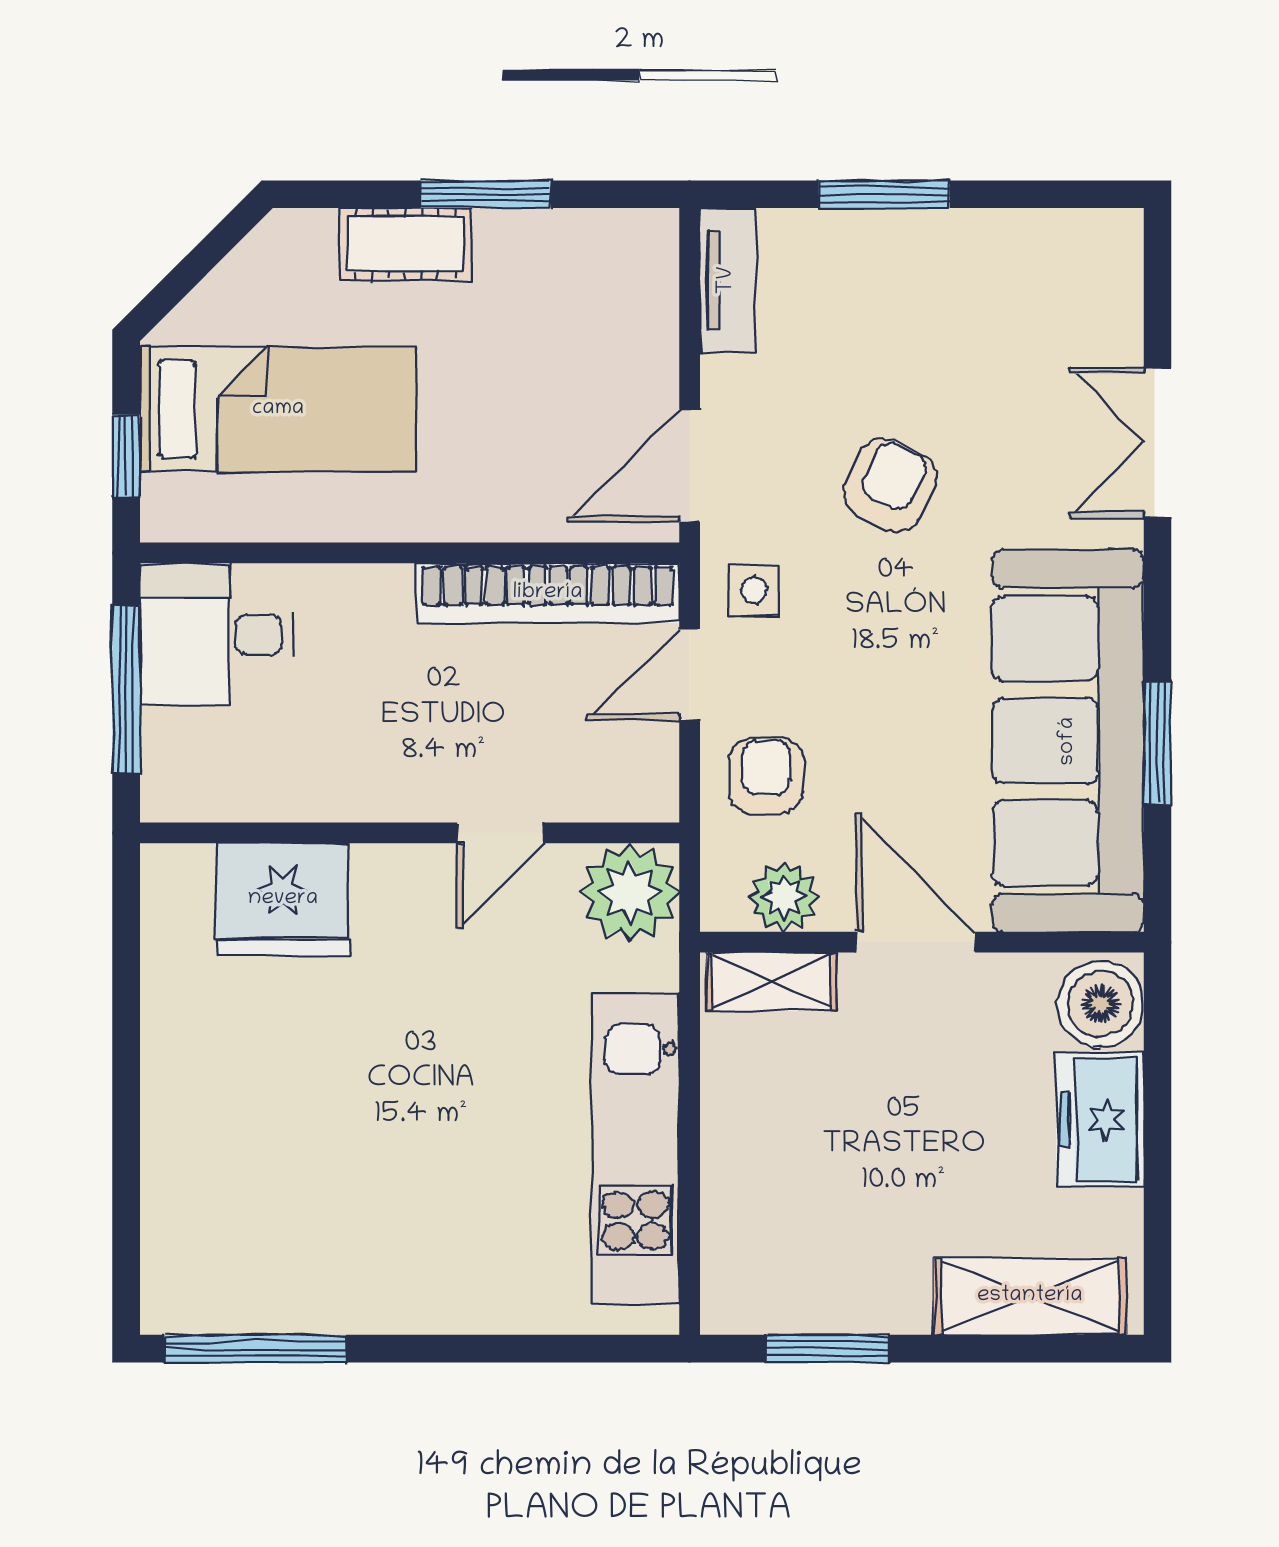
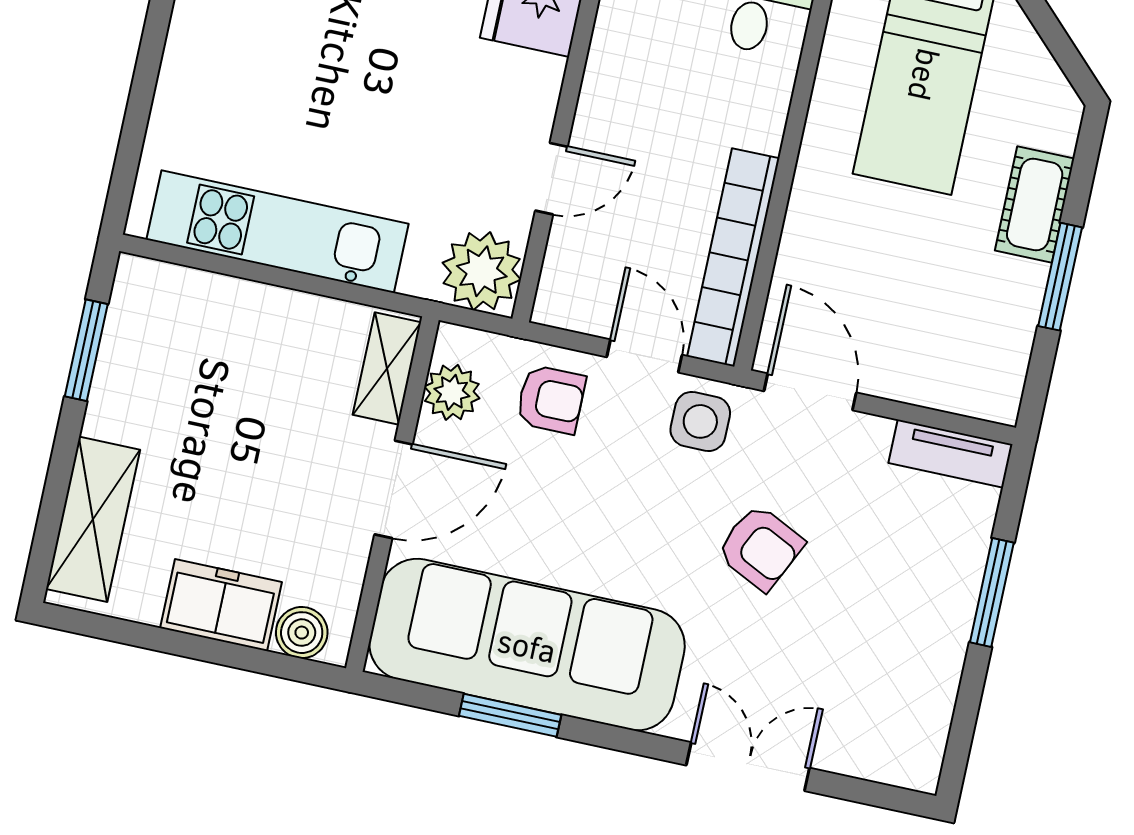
side table: (754, 590) -> (700, 421), width x1.37, depth x1.37
door: (500, 833) -> (551, 179), swing flipped
boiler: (1101, 1004) -> (302, 633), width x0.73, depth x0.73

